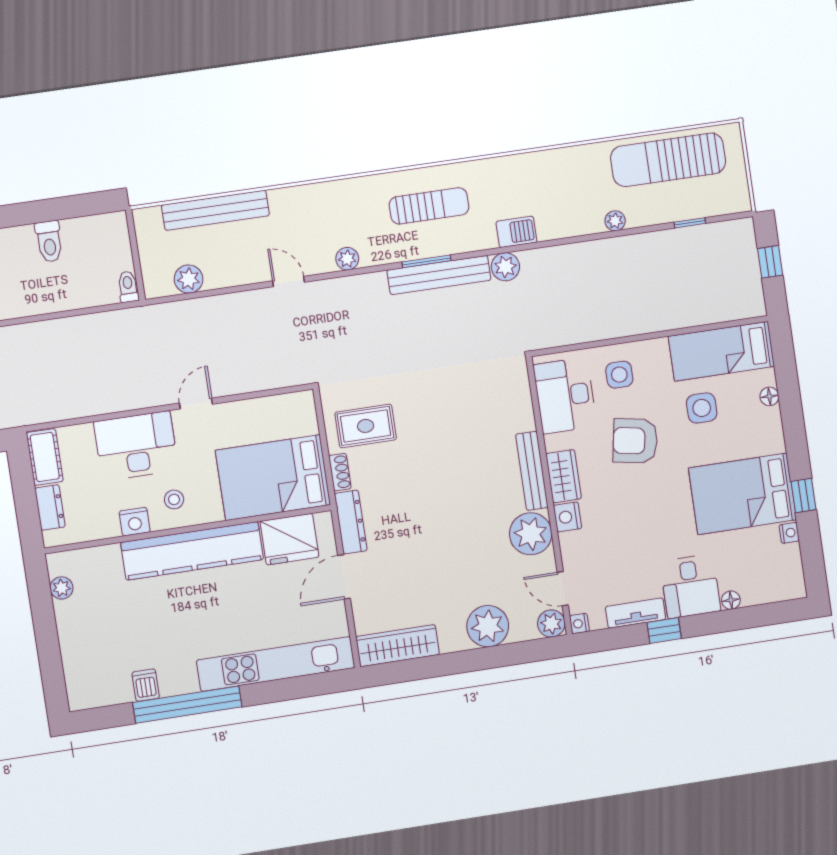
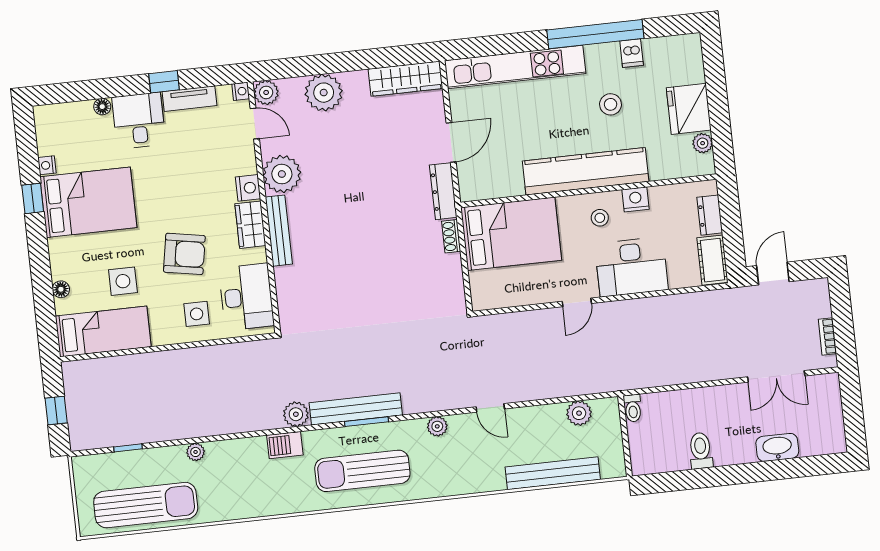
sun lounger: (429, 206) -> (362, 471), width x1.36, depth x1.34
rug: (366, 426) -> (427, 277), removed
fridge: (289, 539) -> (689, 109), moved, turned -90
stool: (167, 627) -> (611, 104), added

